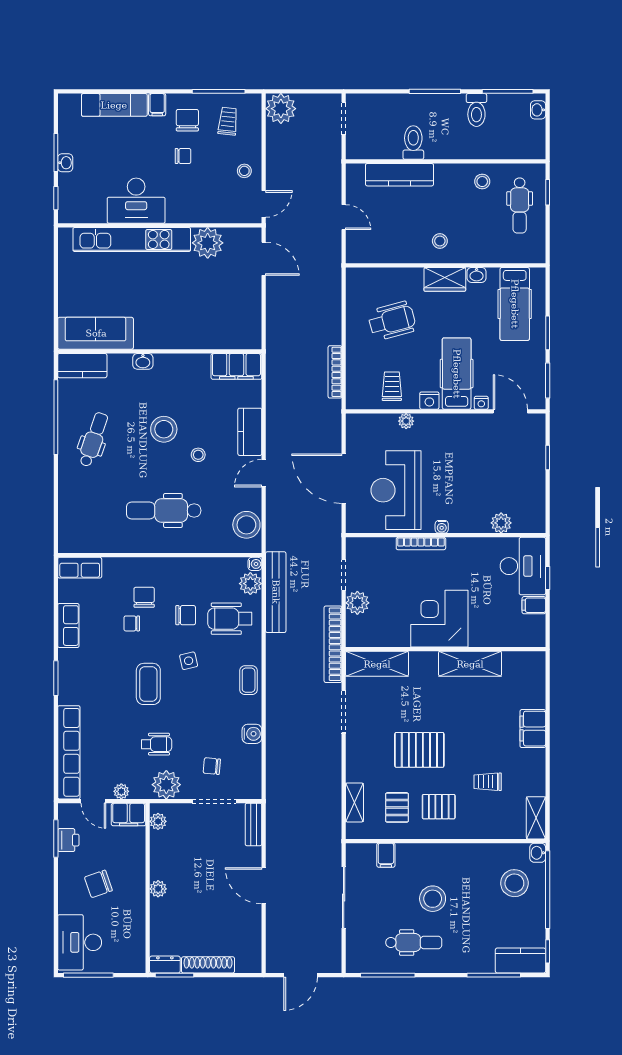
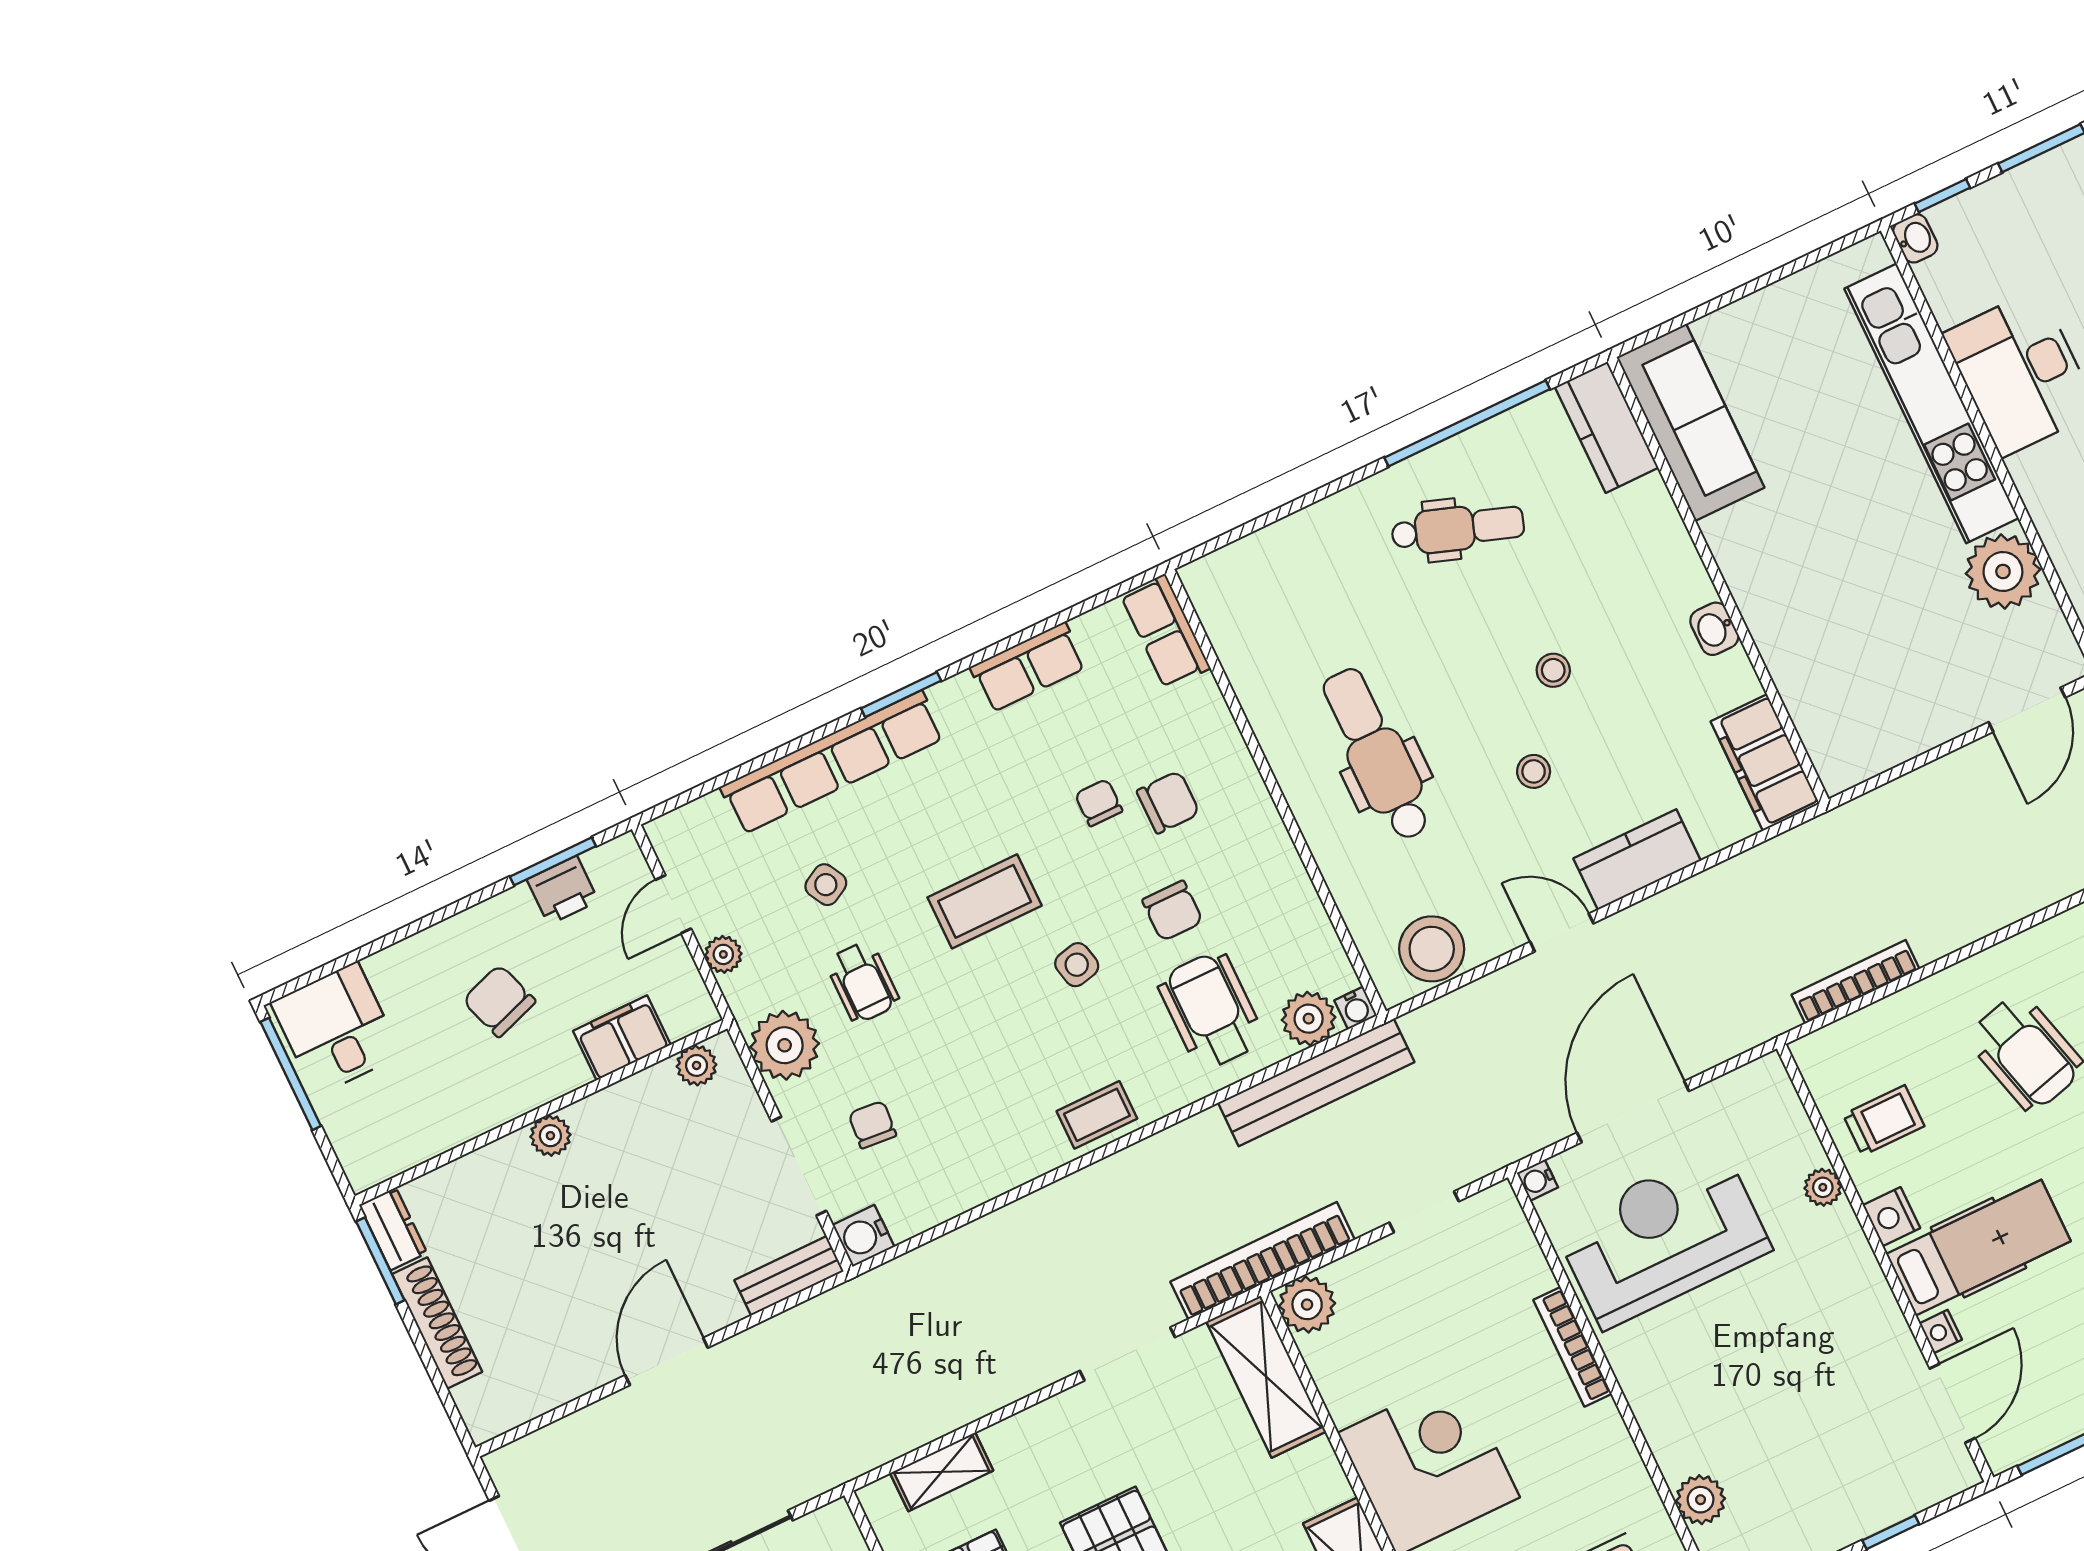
washbasin: (65, 163) -> (1915, 238), moved, turned -90
washbasin: (143, 361) -> (1714, 629), moved
stool: (164, 429) -> (1553, 670), width x0.53, depth x0.53
water cooler: (442, 527) -> (1537, 1180), moved
plant: (357, 603) -> (1307, 1305), moved
water cooler: (252, 734) -> (864, 1236), moved, turned 90
side table: (114, 740) -> (826, 885), added
row of seats: (69, 752) -> (832, 762), moved
filing cabinet: (129, 815) -> (622, 1038), moved, turned 90
desk: (80, 942) -> (336, 1029), width x0.73

